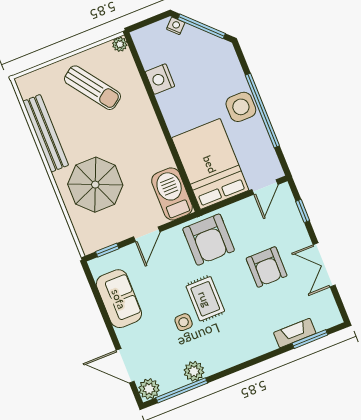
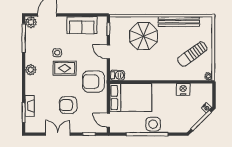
barbecue: (172, 194) -> (117, 75), width x0.53, depth x0.65
plant: (194, 371) -> (31, 70), moved

